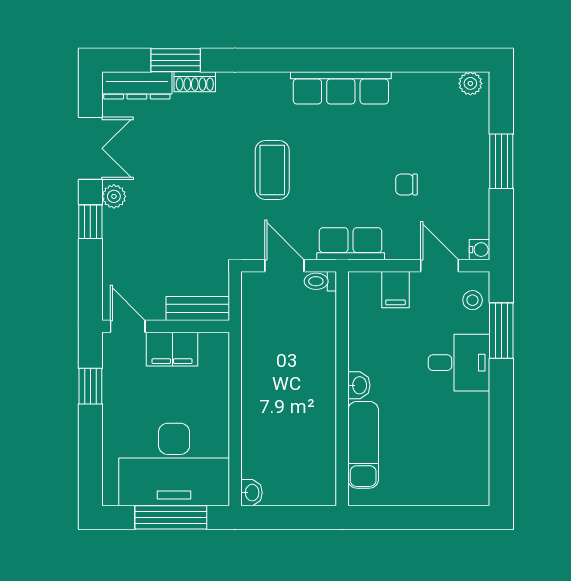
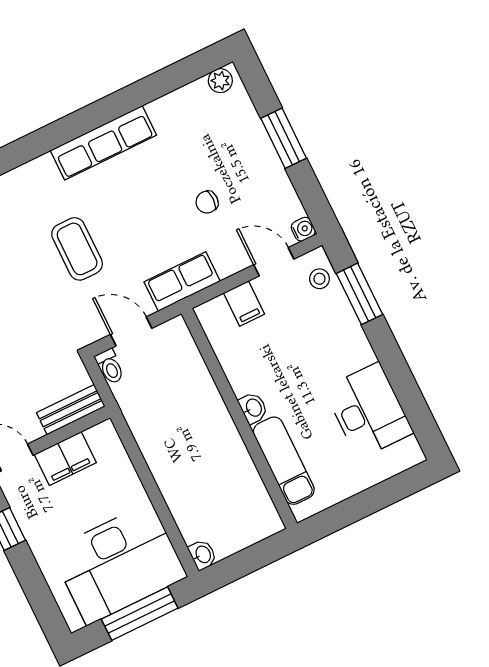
toilet: (320, 281) -> (110, 367), moved, turned -90
desk: (459, 363) -> (368, 411), moved, width x1.37

